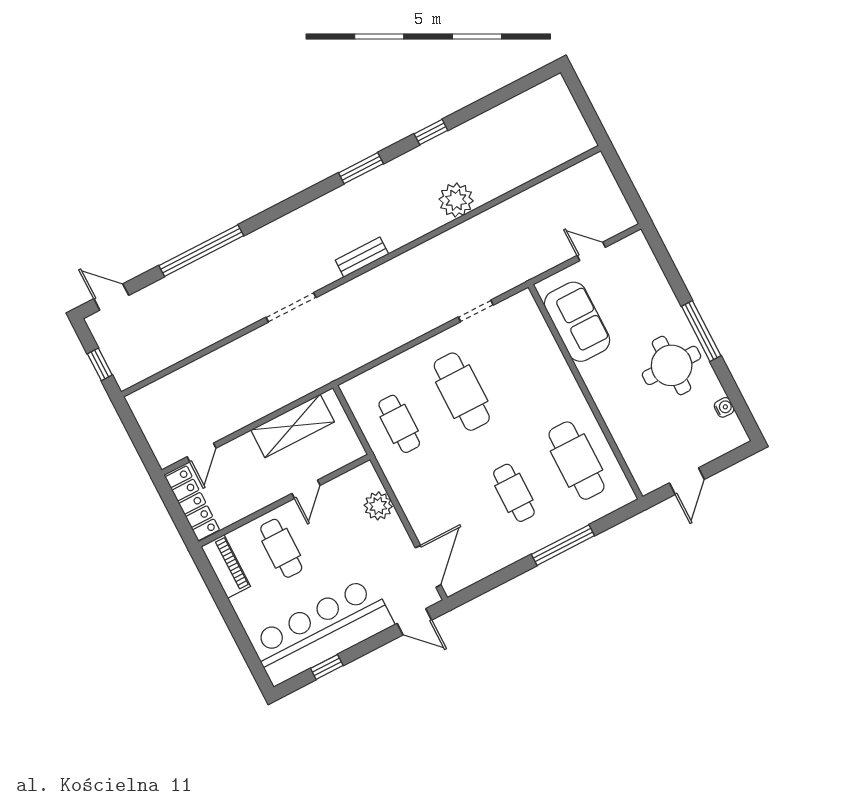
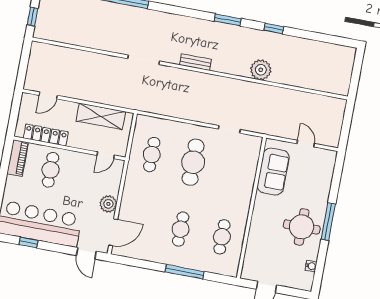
cafe table: (576, 461) -> (222, 237), width x0.73, depth x0.74
door: (306, 489) -> (106, 155), moved
locker: (192, 503) -> (46, 135), moved, turned -90
plant: (378, 506) -> (108, 204), moved

